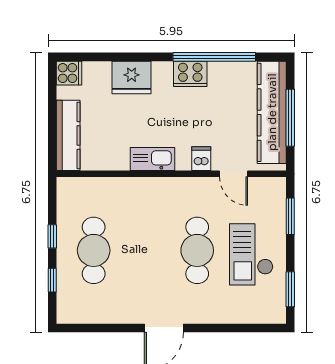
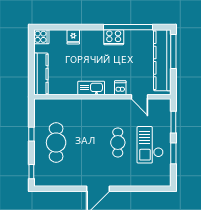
fridge: (132, 77) -> (73, 37), width x0.53, depth x0.75
window: (290, 118) -> (173, 52), moved
cafe table: (197, 250) -> (118, 142), width x0.73, depth x0.74
window: (52, 280) -> (31, 172), moved
window: (290, 289) -> (173, 153), moved

